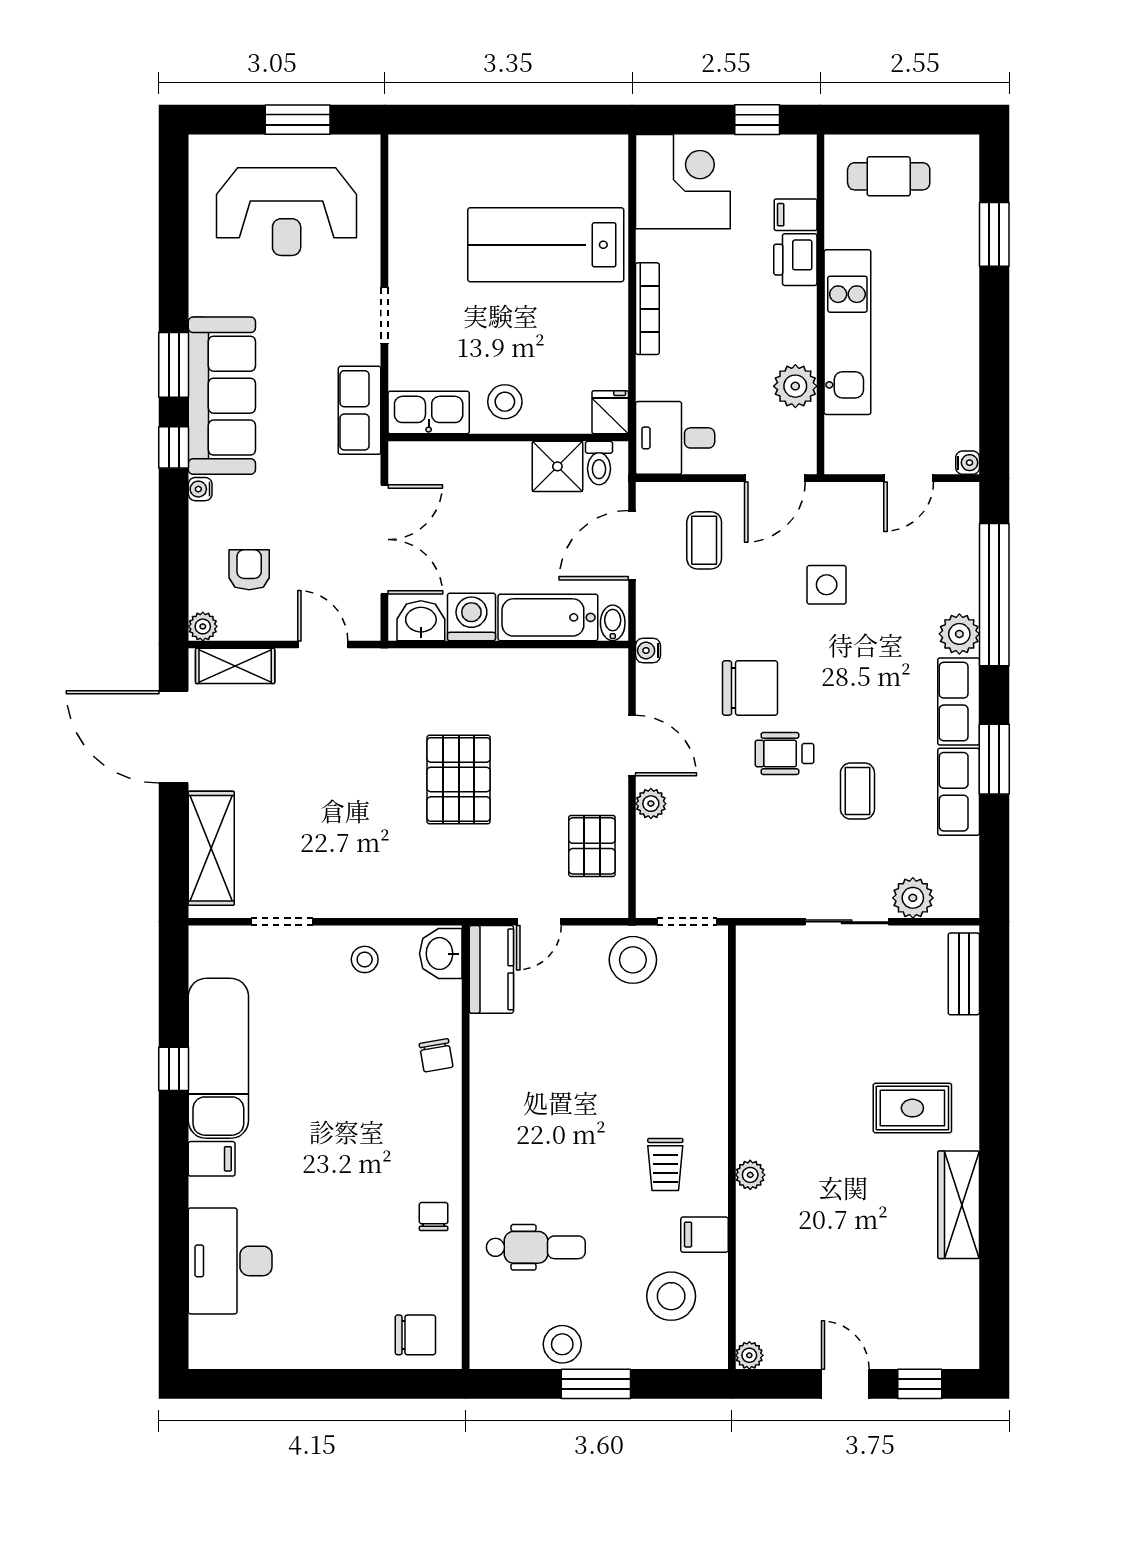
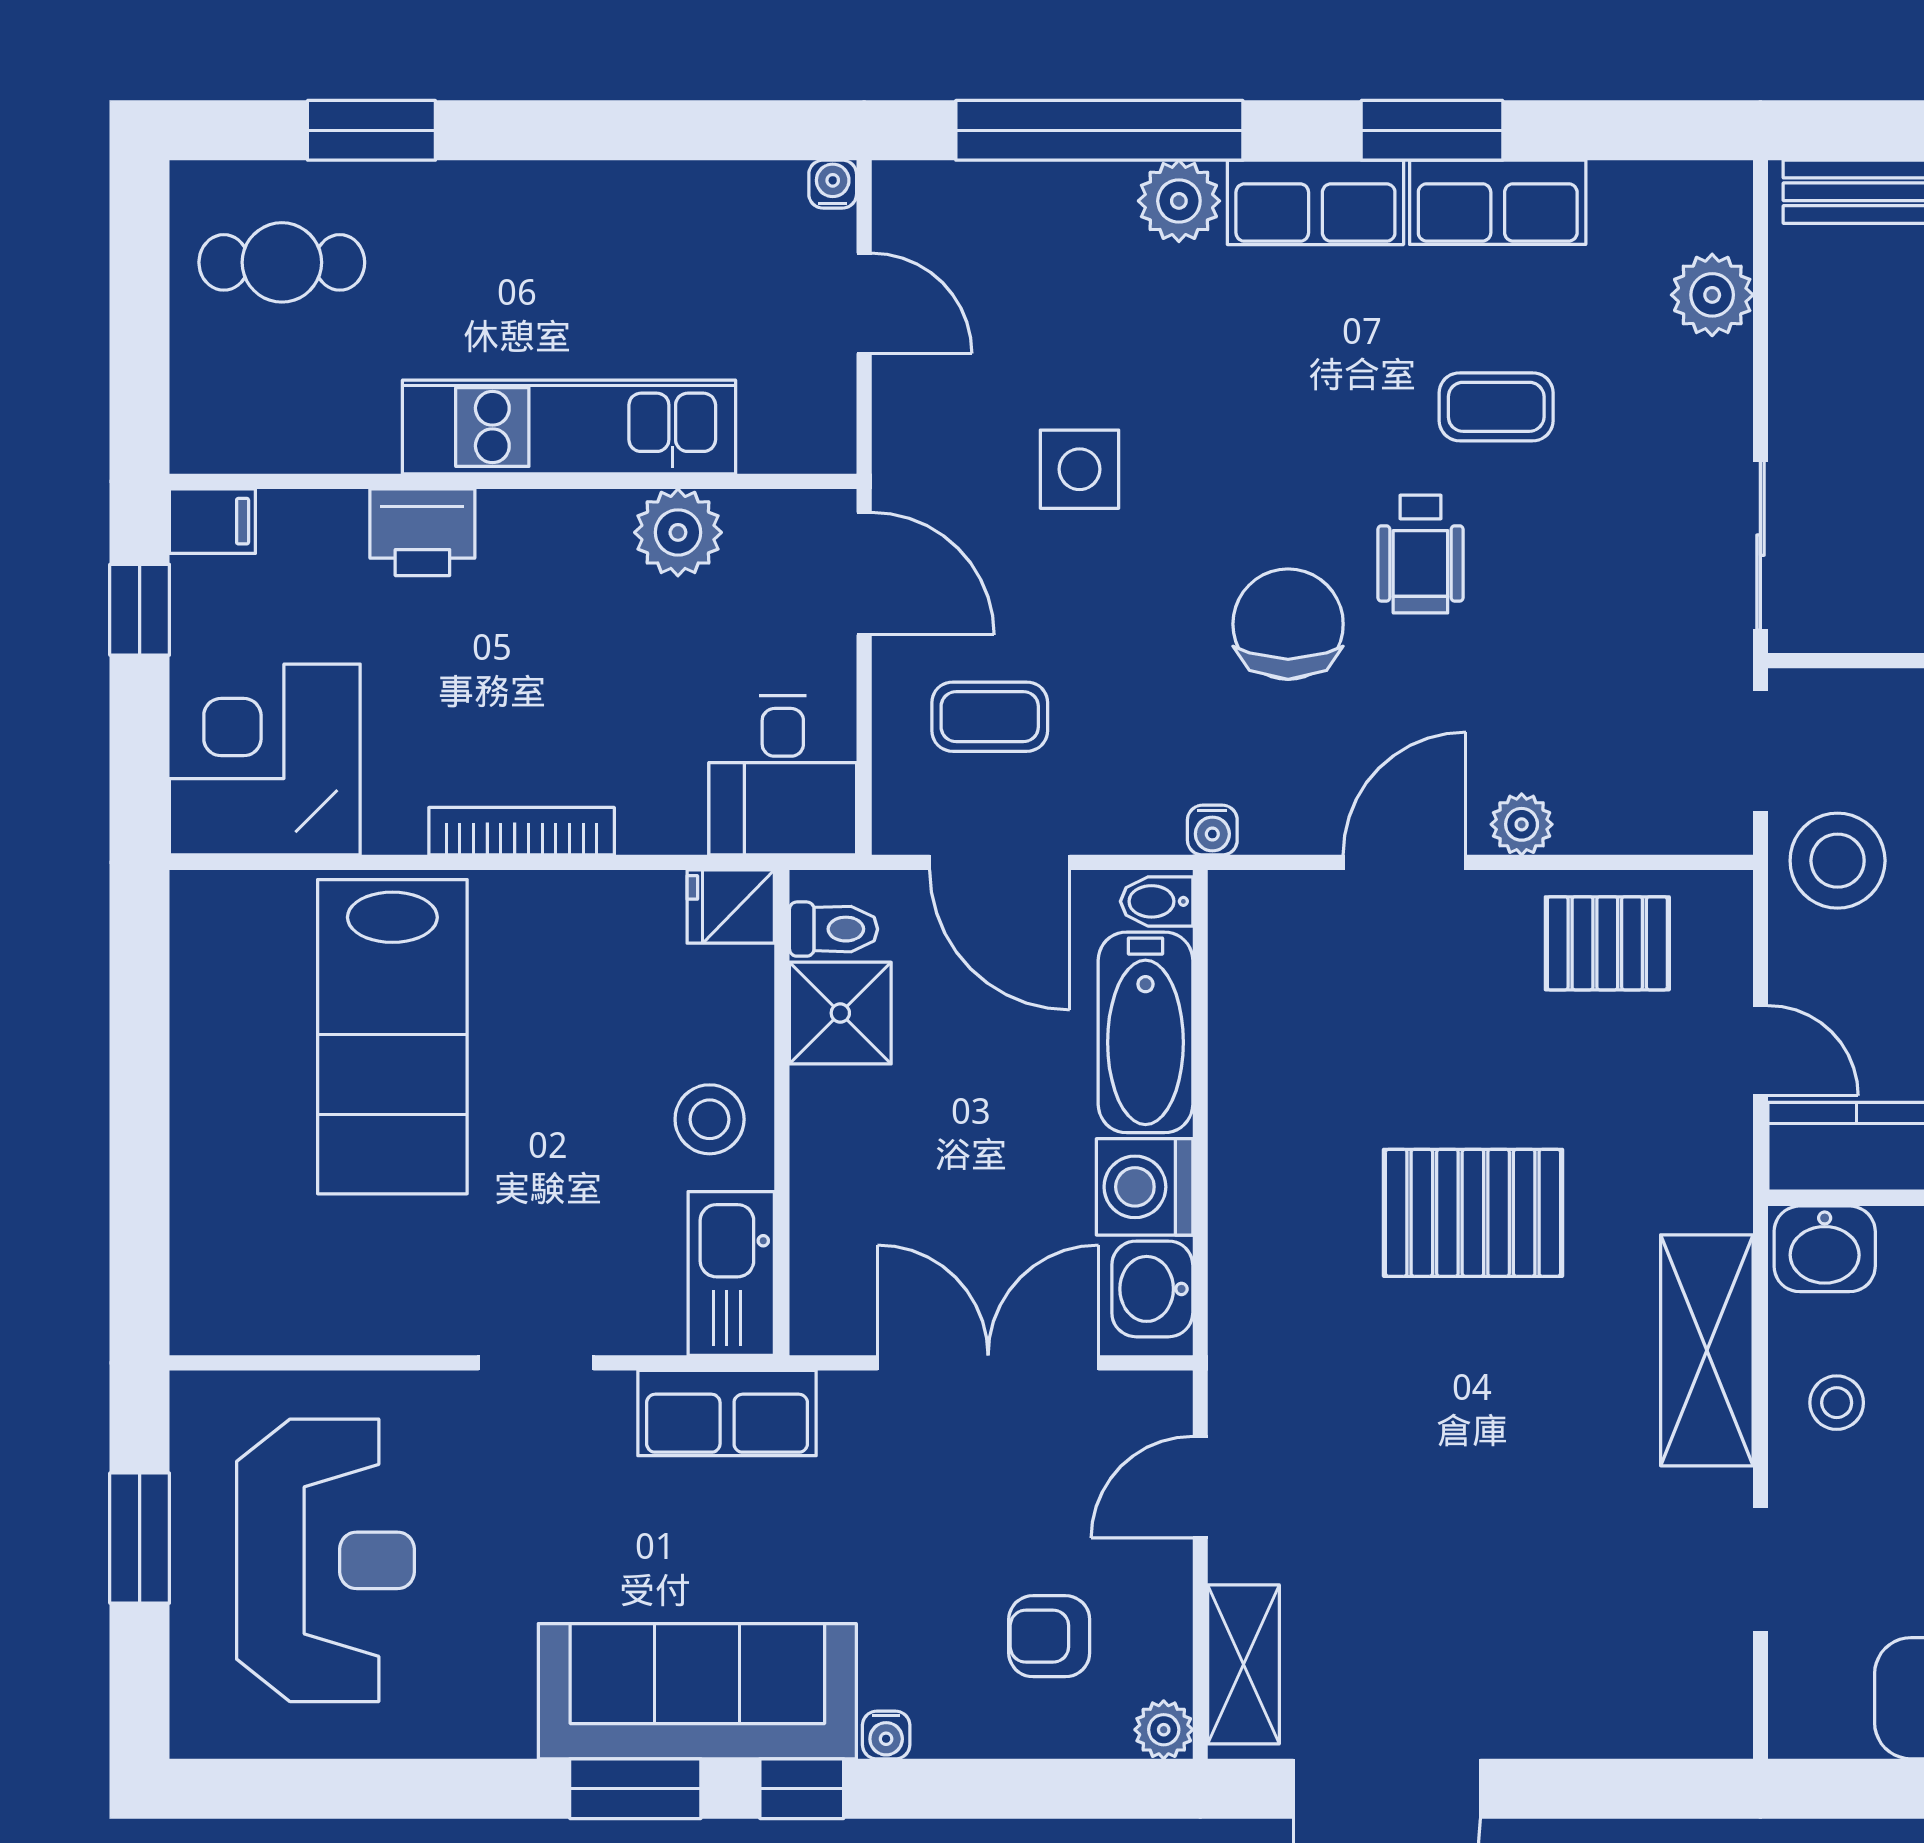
cafe table: (889, 176) -> (282, 262), moved, turned 90
filing cabinet: (796, 215) -> (212, 521), moved, turned -90
shelving: (211, 848) -> (1707, 1350), moved, turned 90
sliding door: (847, 922) -> (1760, 545), moved

